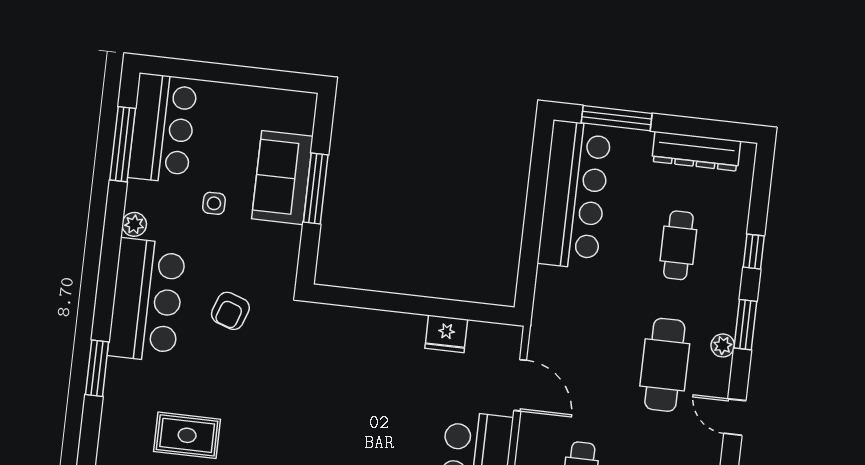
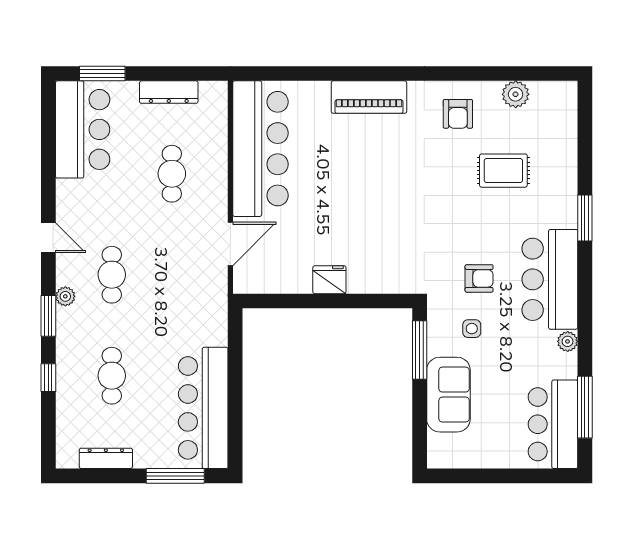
dresser: (696, 151) -> (106, 458), width x0.73, depth x0.80
window: (316, 189) -> (420, 350), moved
side table: (214, 203) -> (472, 329), moved
armchair: (230, 311) -> (479, 278), turned 71
fridge: (446, 334) -> (329, 280), moved
cafe table: (665, 365) -> (112, 275), width x0.73, depth x0.74
door: (520, 385) -> (230, 244), swing flipped

